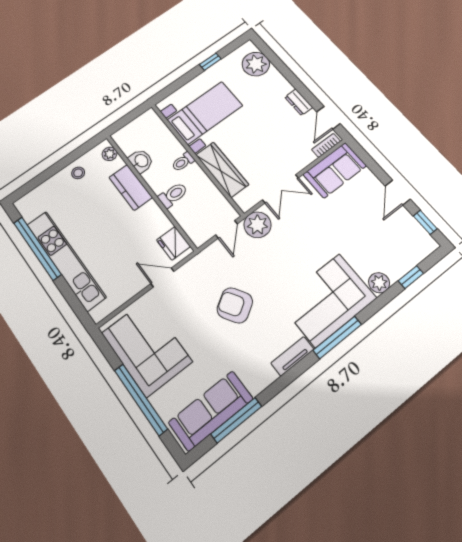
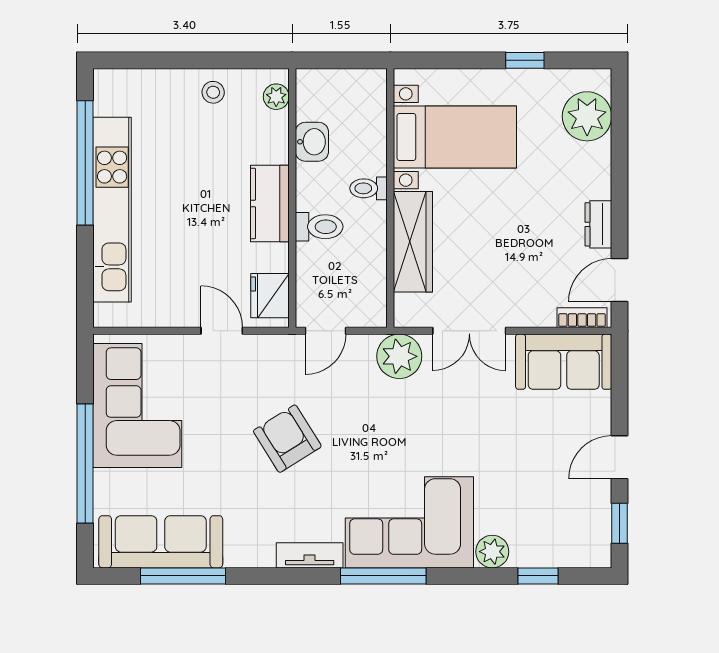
kitchen counter: (131, 187) -> (270, 203), moved
door: (226, 229) -> (326, 331), moved

